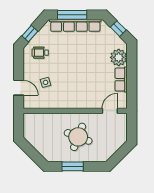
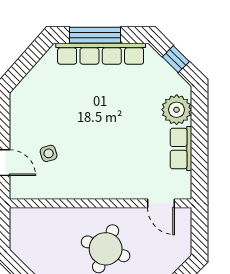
window: (30, 34) -> (21, 68), removed
wheelchair: (40, 53) -> (39, 101), removed
door: (110, 111) -> (161, 203), swing flipped

